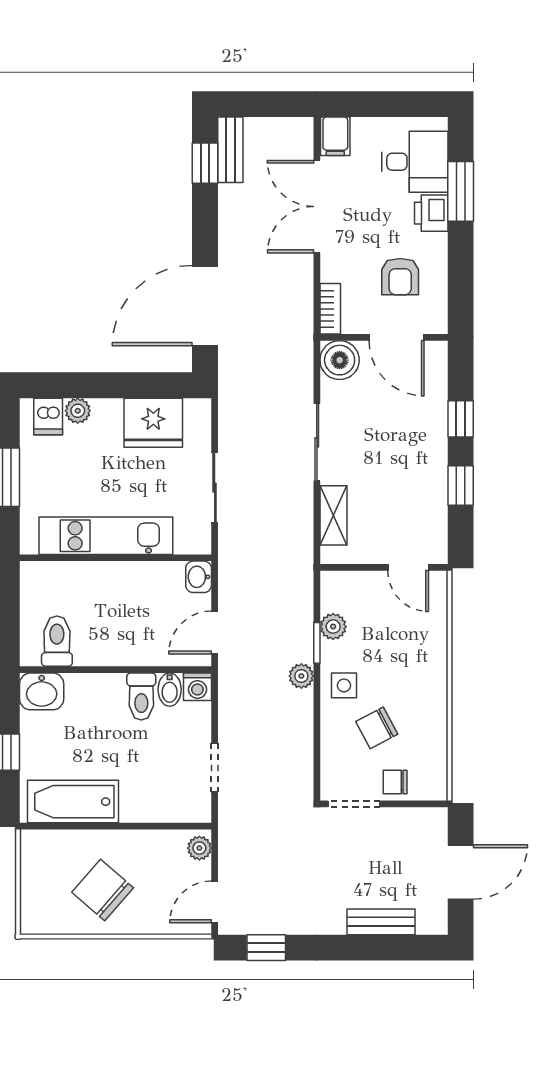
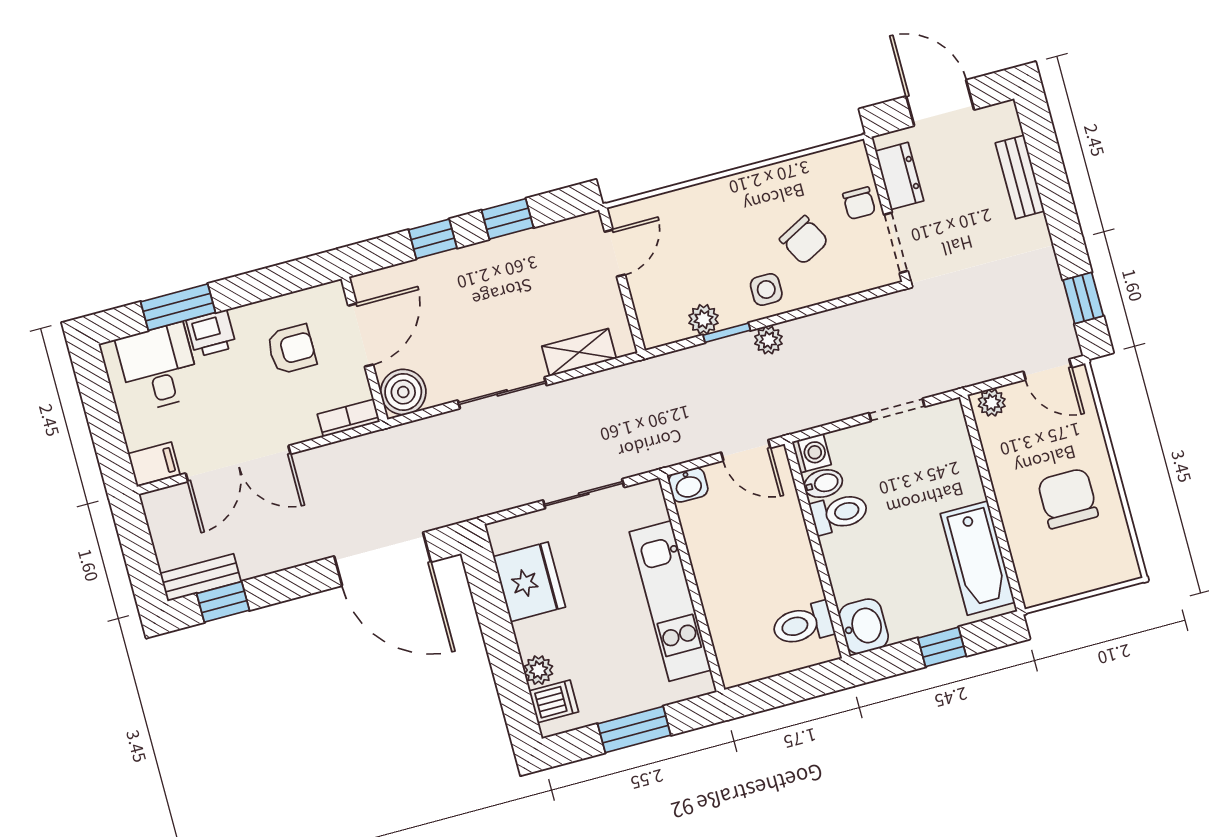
dresser: (409, 822) -> (899, 176), added
chair: (103, 890) -> (1068, 498), turned 139

